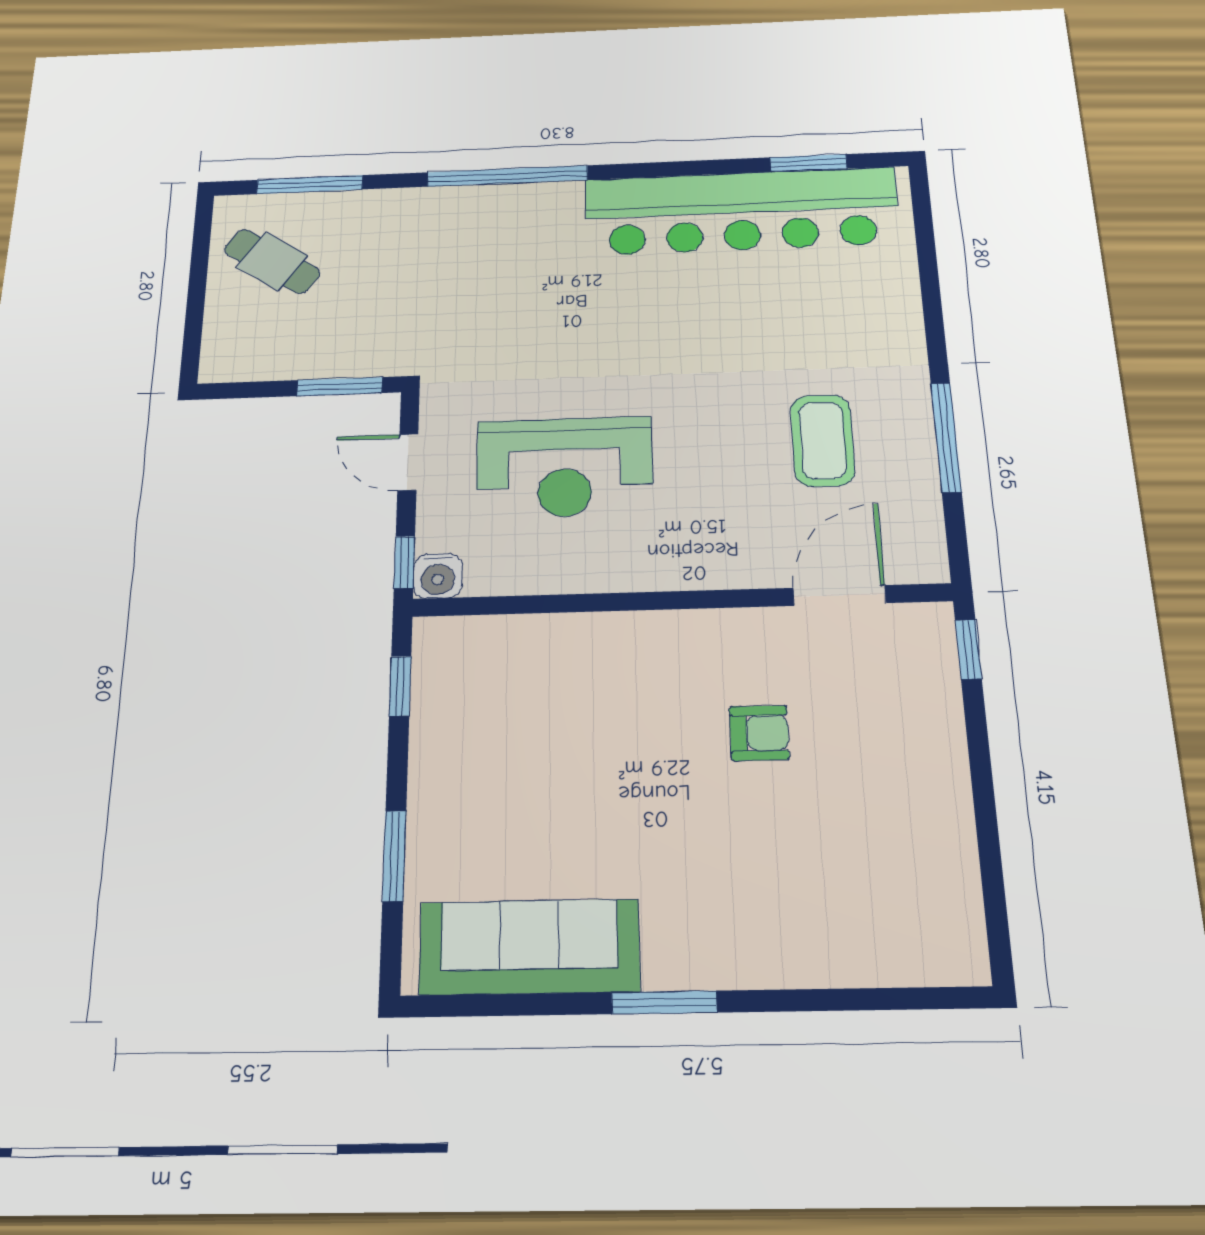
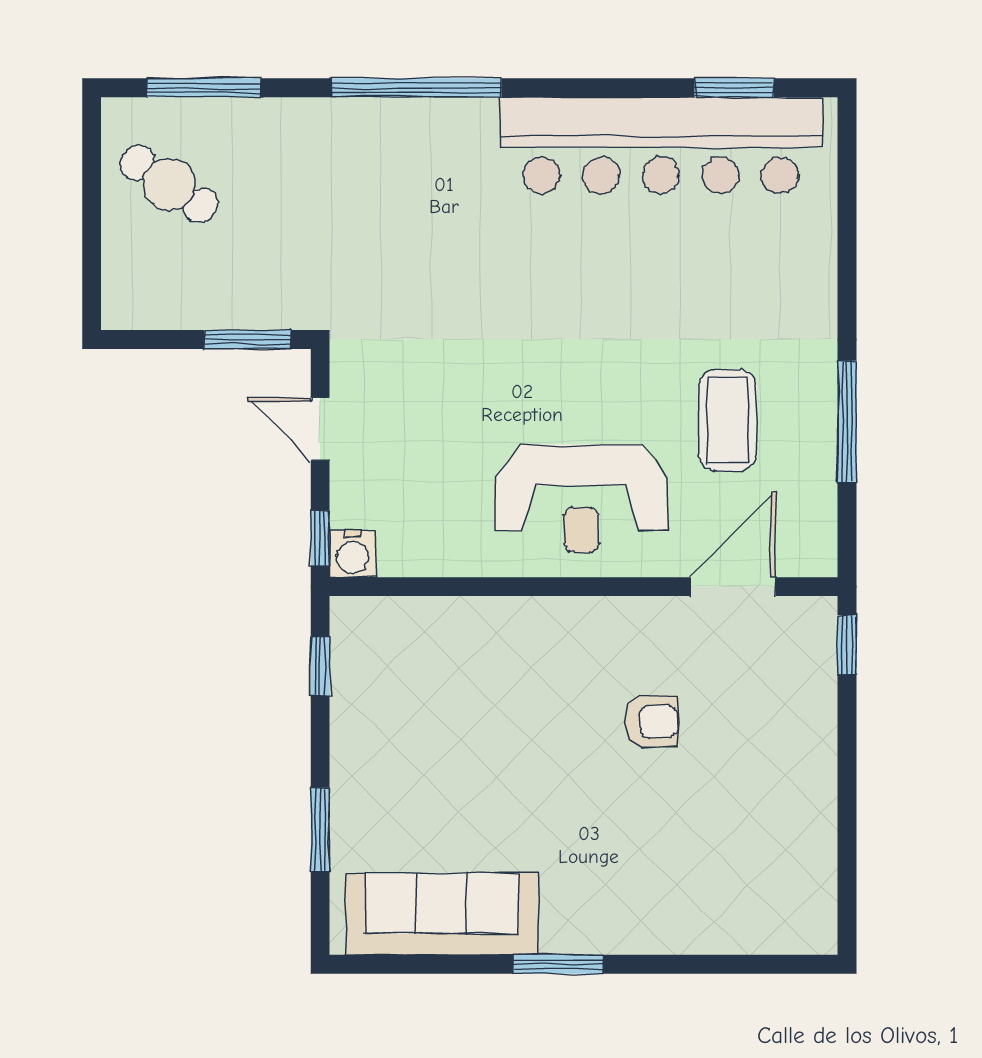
reception desk: (564, 467) -> (581, 499), moved

